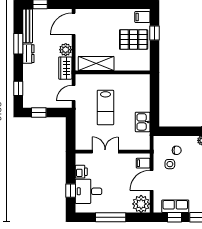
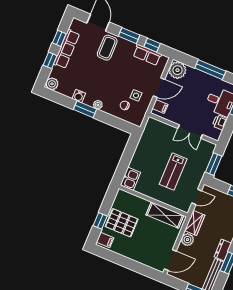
lab bench: (105, 107) -> (173, 172), turned 180
kitchen sink: (143, 122) -> (130, 179), moved
window: (71, 130) -> (214, 164), added

